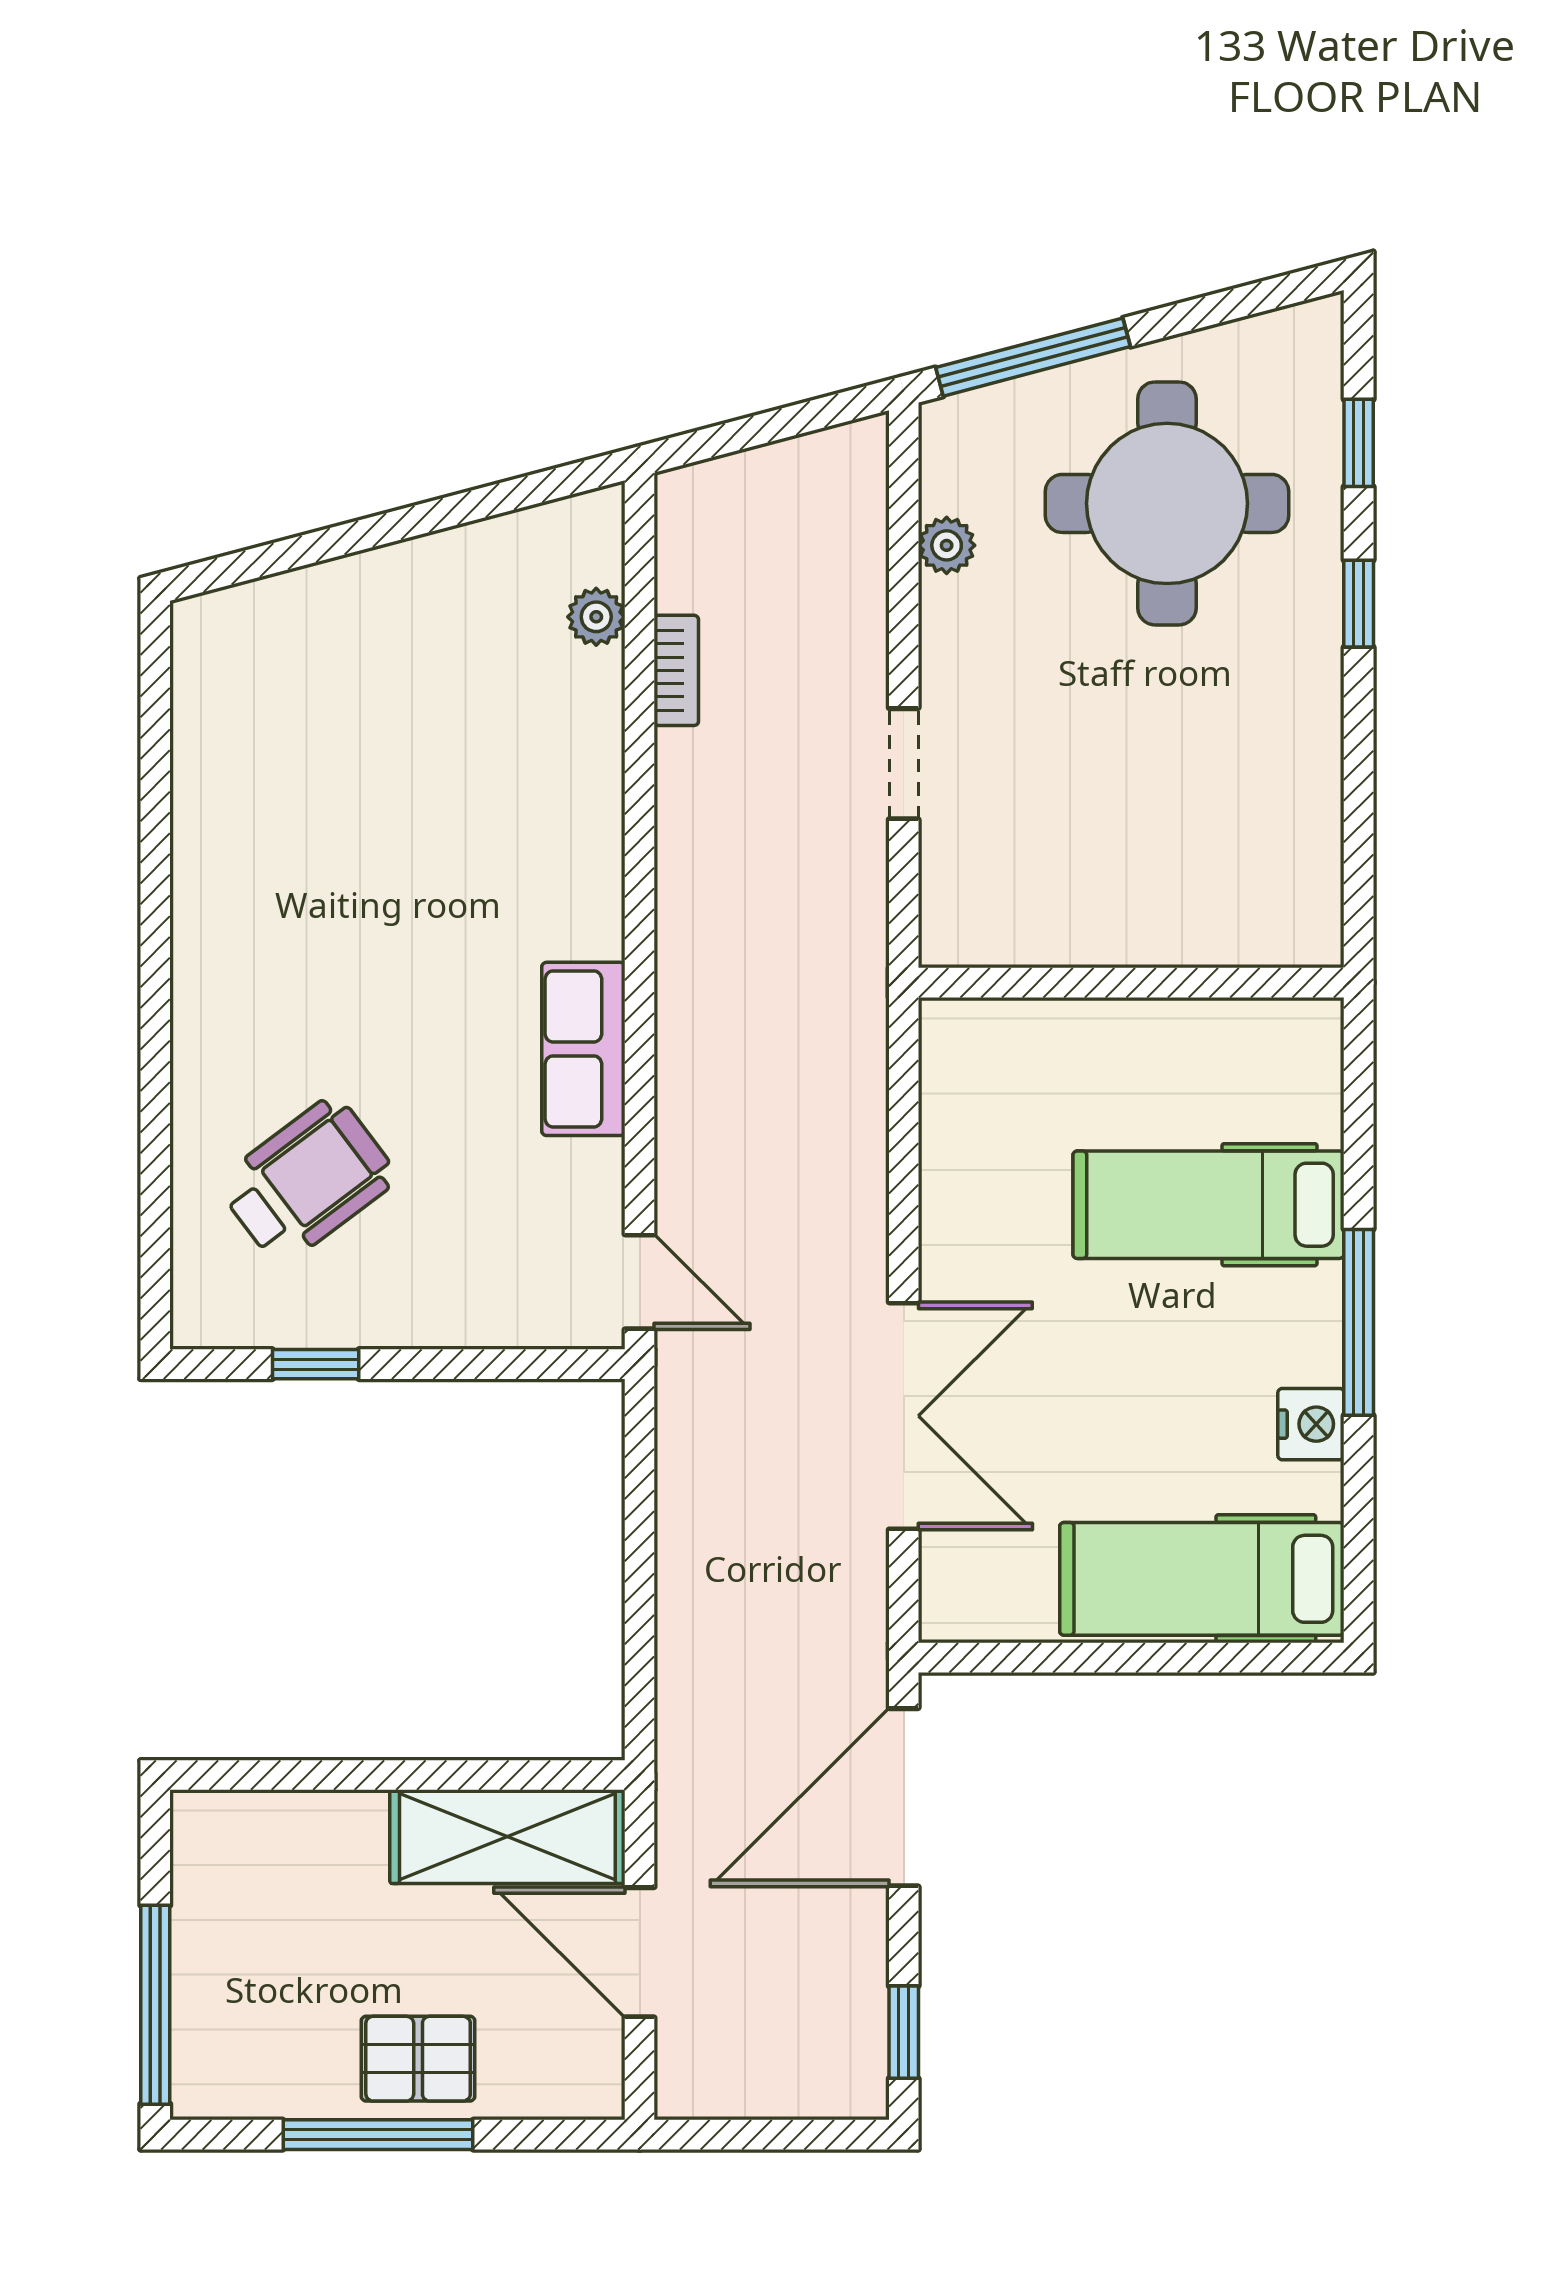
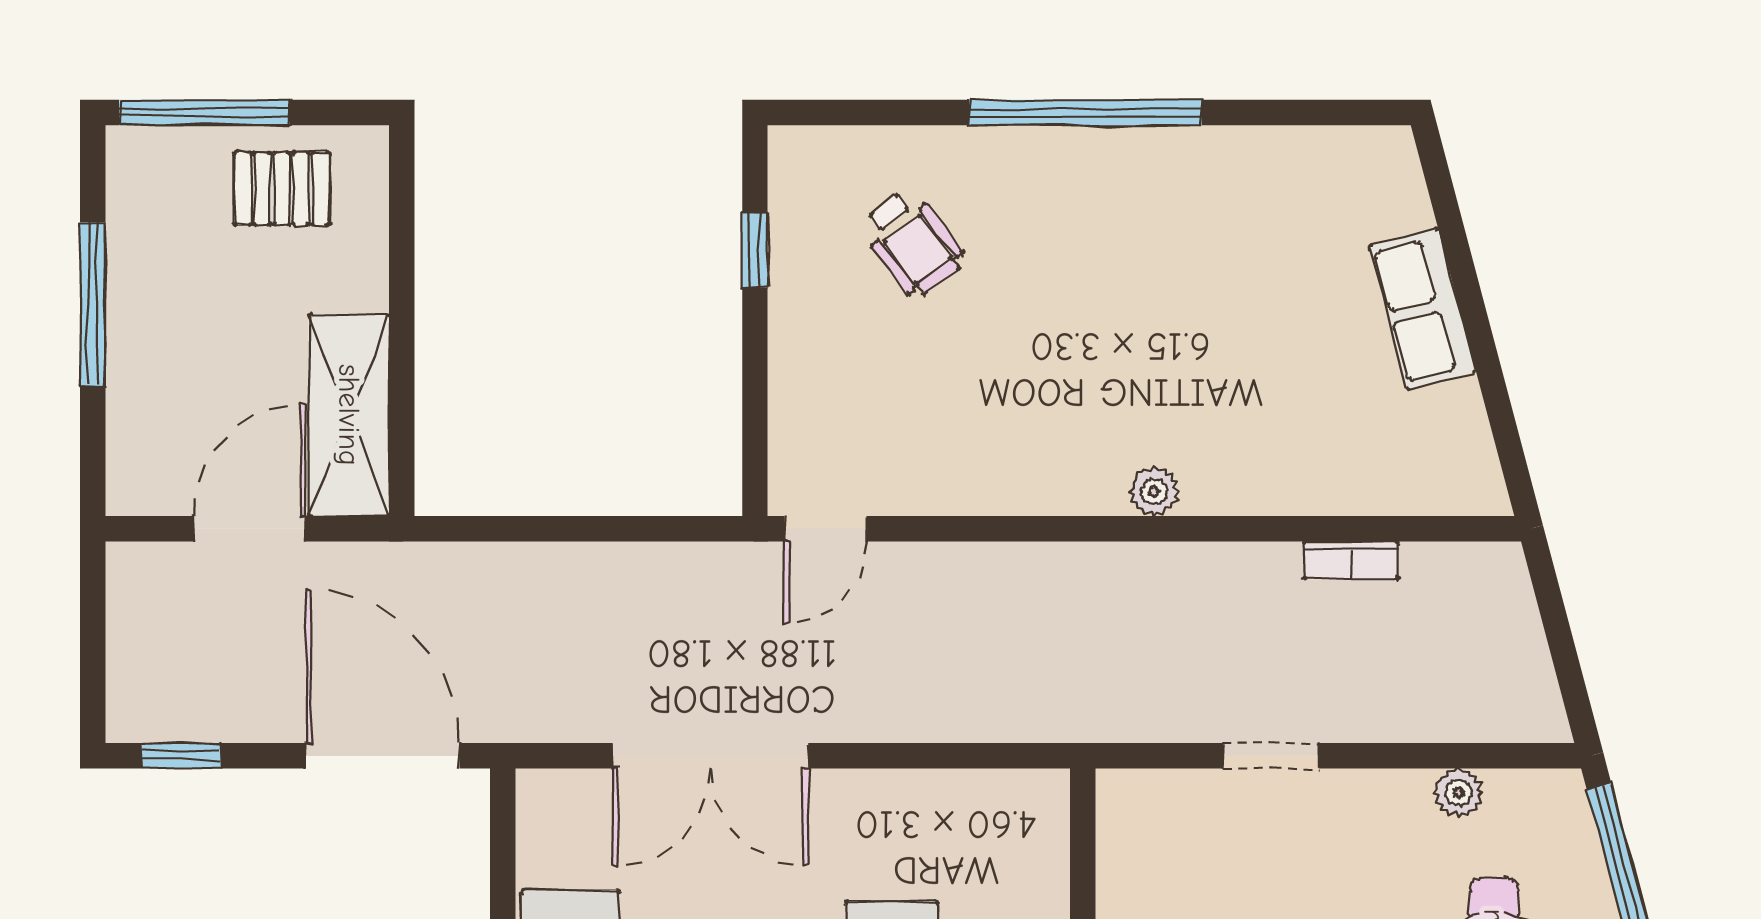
plant: (596, 617) -> (1154, 491), moved
window: (155, 980) -> (1085, 113), added
row of seats: (583, 1049) -> (1423, 309), moved, turned -105
wheelchair: (307, 1180) -> (913, 243), width x0.73, depth x0.73
pallet: (418, 2059) -> (282, 188), moved, turned 90

